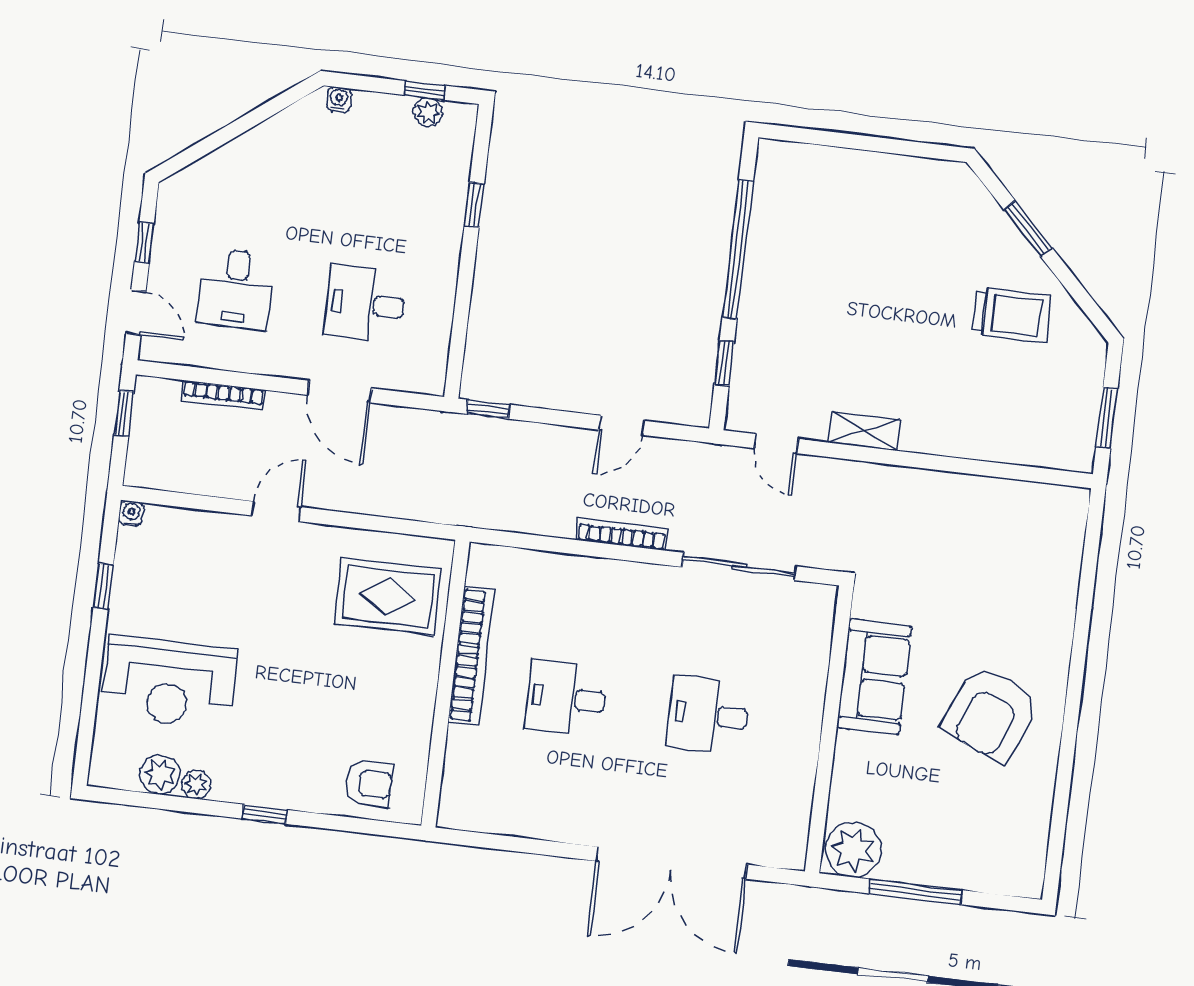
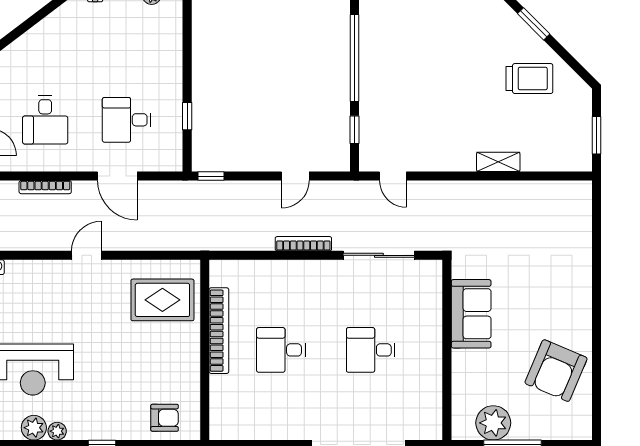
window: (474, 205) -> (187, 116), moved
shelving: (864, 431) -> (498, 162), moved
armchair: (991, 714) -> (556, 371), moved
plant: (853, 849) -> (493, 423), moved

